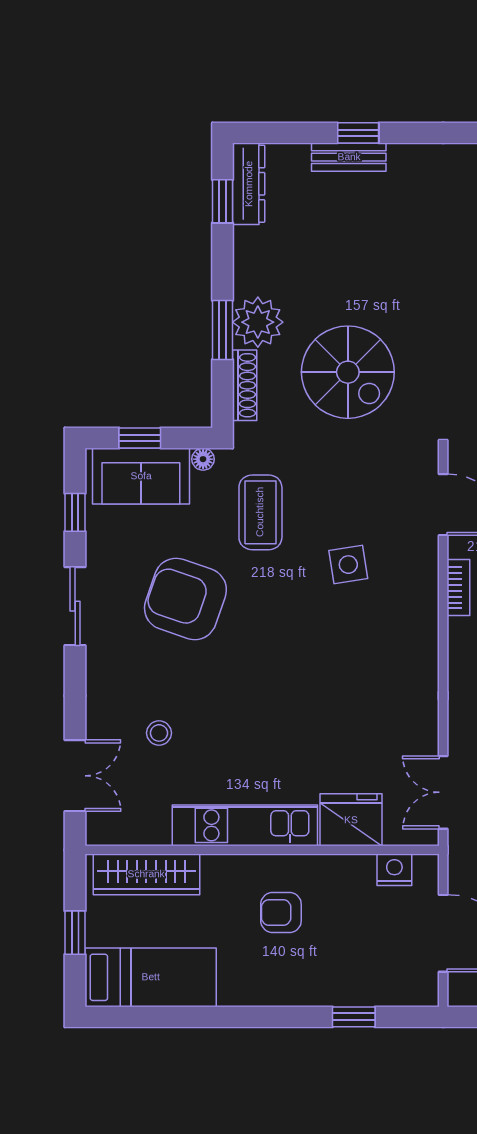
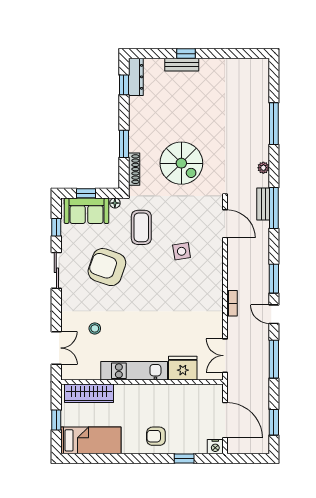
plant: (258, 322) -> (140, 140), removed
bookcase: (458, 588) -> (232, 303), moved
nightstand: (394, 870) -> (215, 447), moved, turned 180
armchair: (281, 912) -> (156, 436), moved

